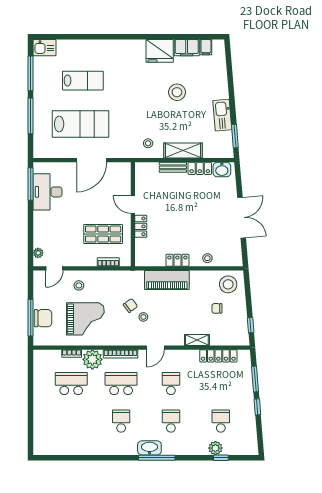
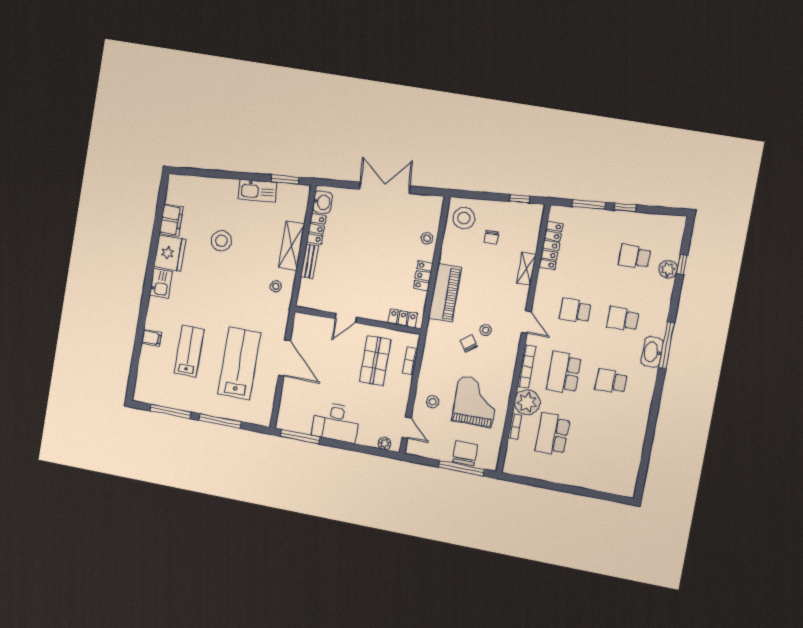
filing cabinet: (206, 47) -> (151, 338), moved
kitchen sink: (44, 48) -> (161, 283), moved
desk: (48, 192) -> (336, 422), moved
locker: (141, 226) -> (403, 318), moved

